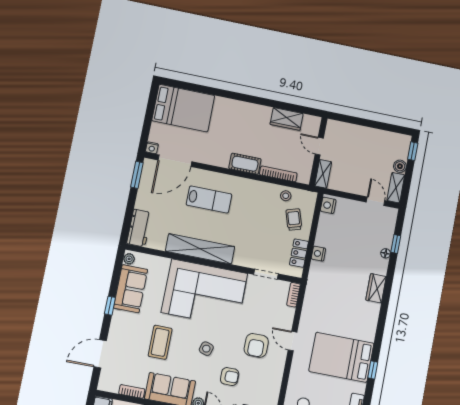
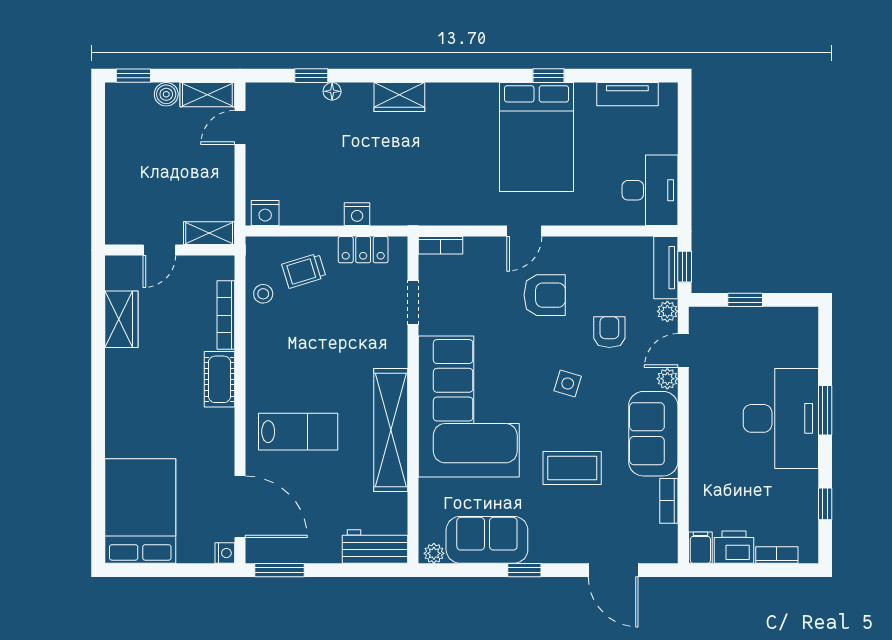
lab bench: (209, 200) -> (298, 432), turned 90

